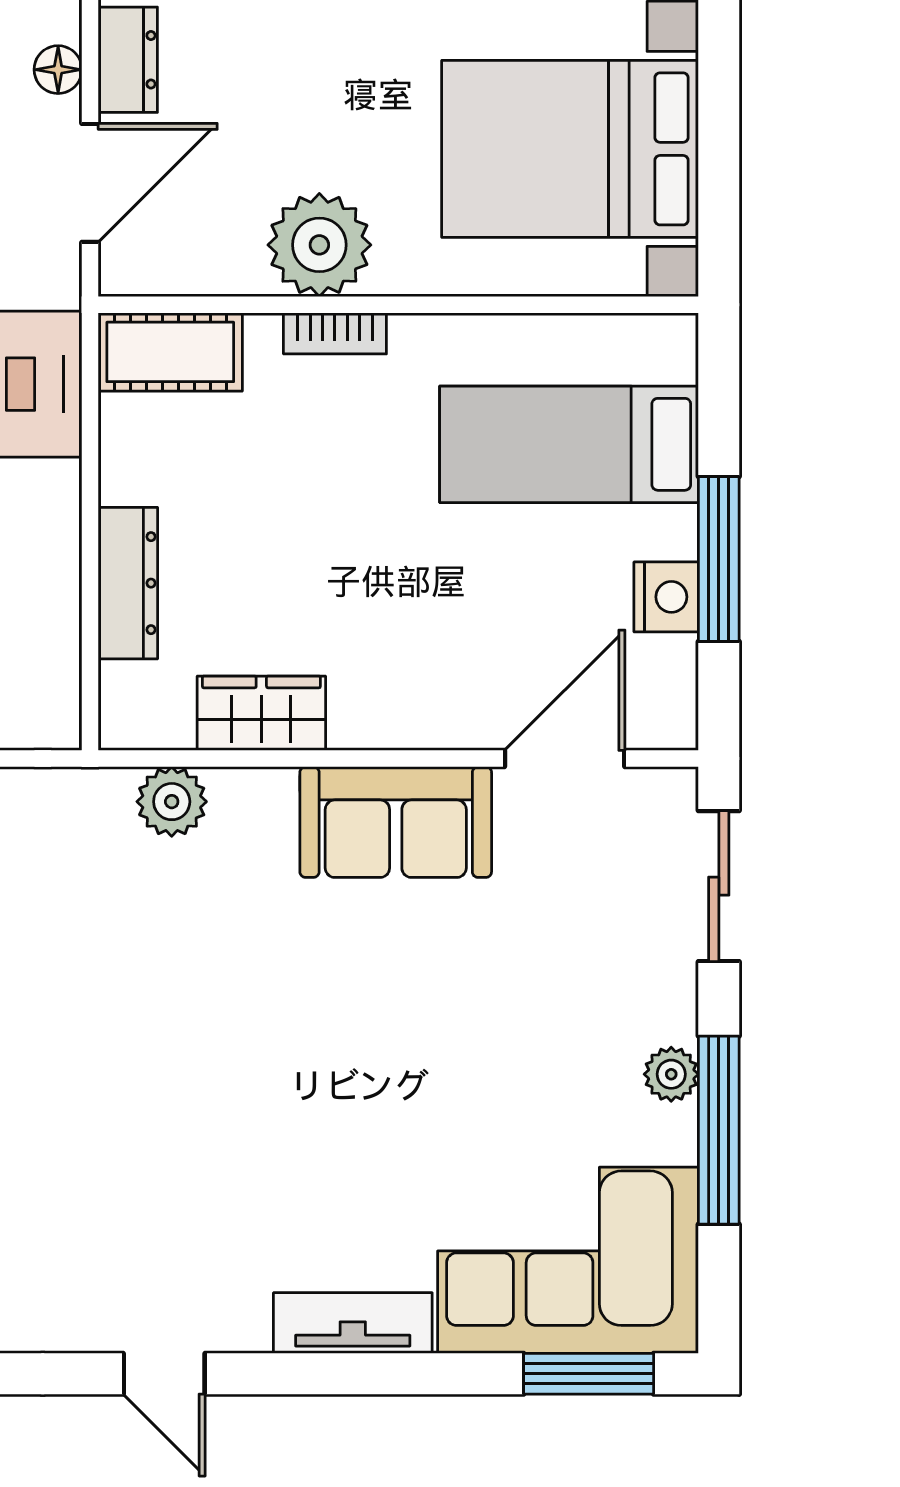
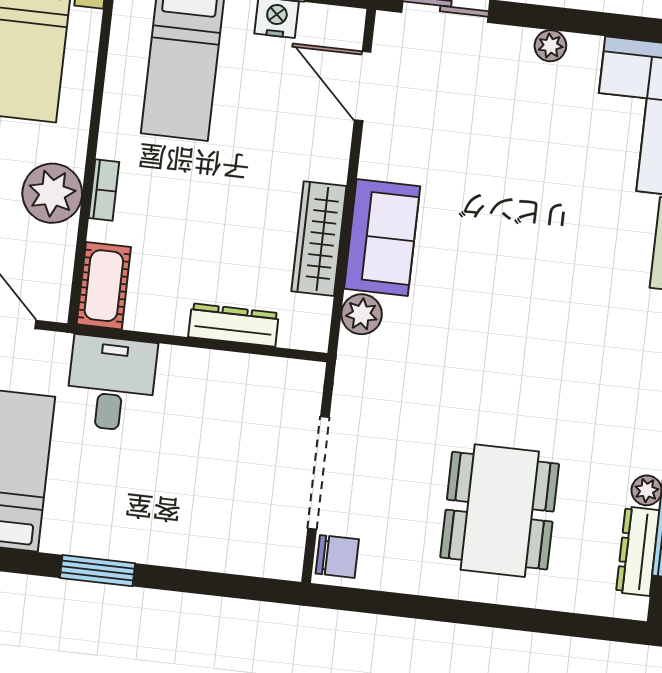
wardrobe: (261, 713) -> (319, 239), width x1.50
sofa: (396, 822) -> (382, 238), moved
window: (719, 1130) -> (586, 22), removed

